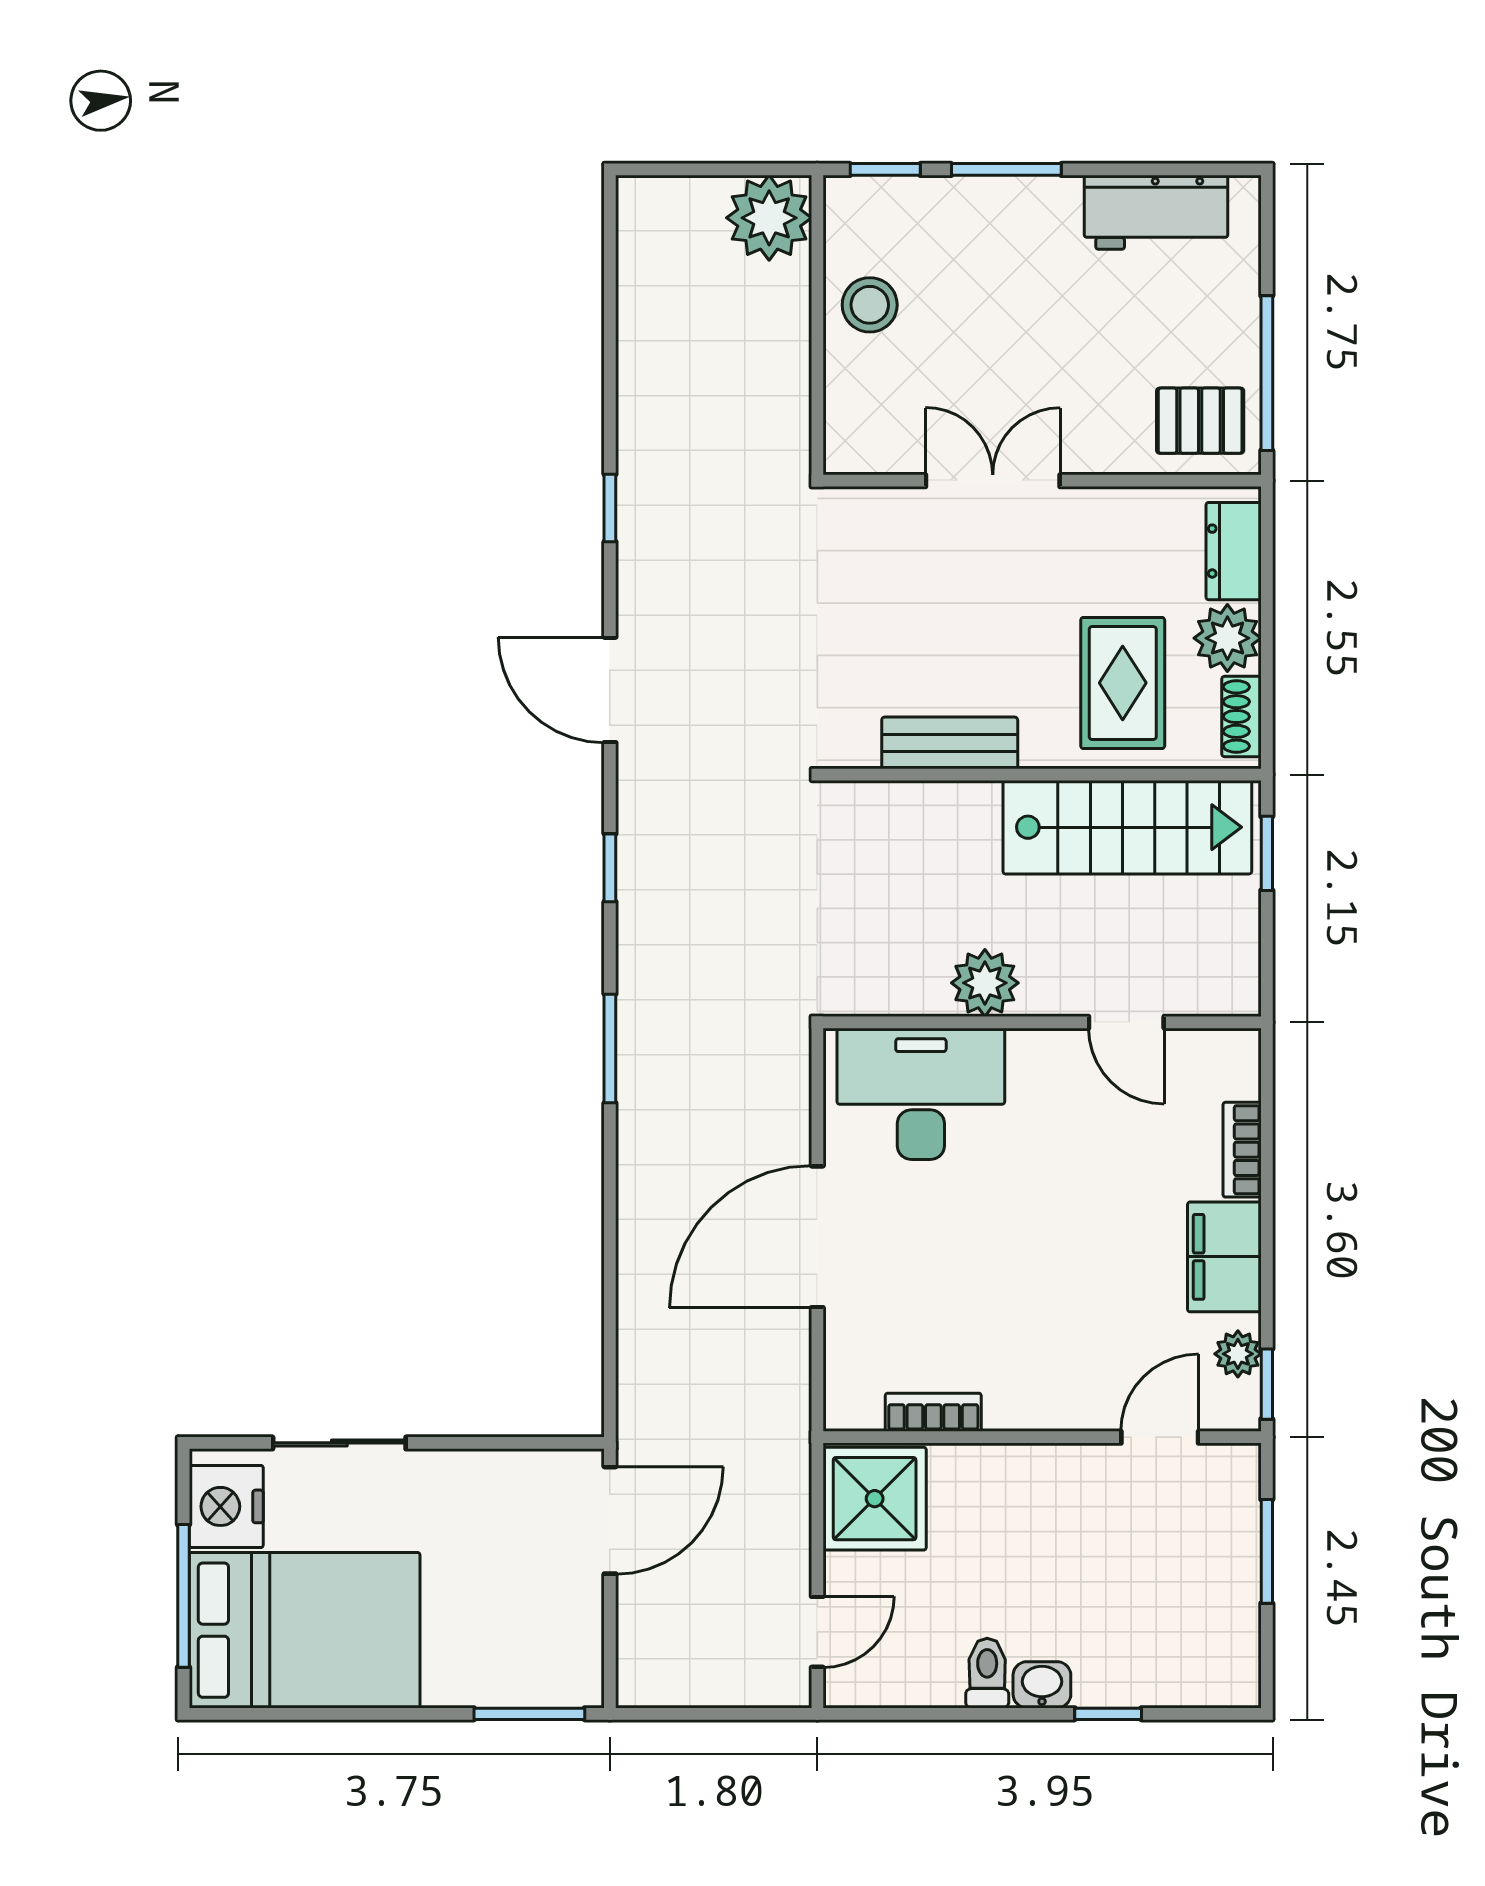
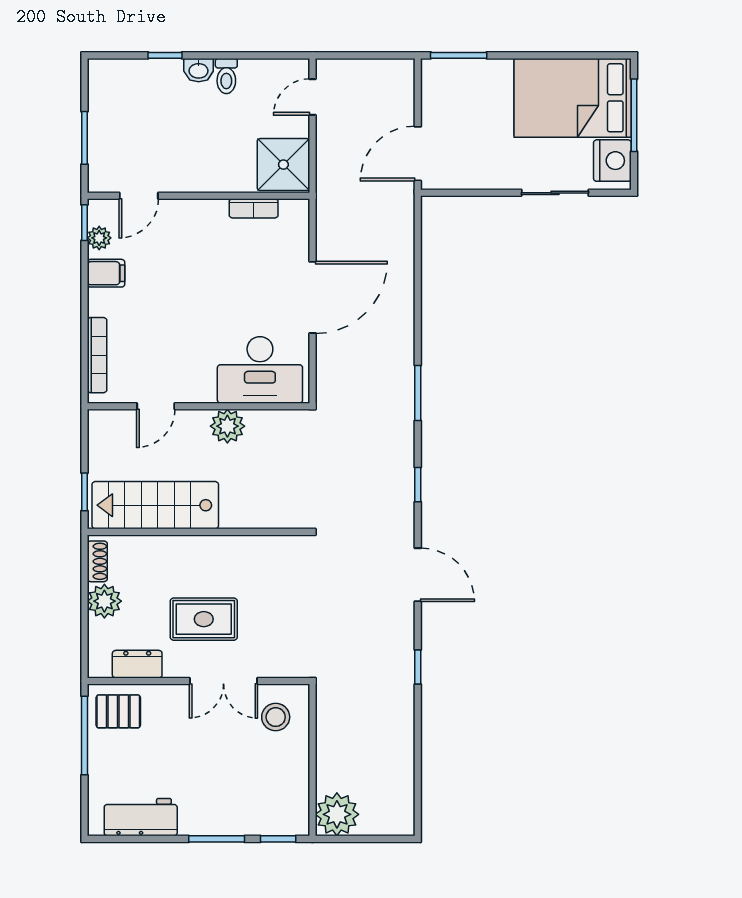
stool: (870, 305) -> (276, 717), moved
dresser: (1234, 551) -> (137, 664), moved, turned -90
rug: (1123, 683) -> (204, 619), moved, turned 90
bench: (950, 743) -> (245, 548), removed
door: (1126, 1022) -> (156, 406), swing flipped
bookcase: (1242, 1150) -> (97, 355), width x1.56
filing cabinet: (1224, 1257) -> (106, 273), width x0.50

